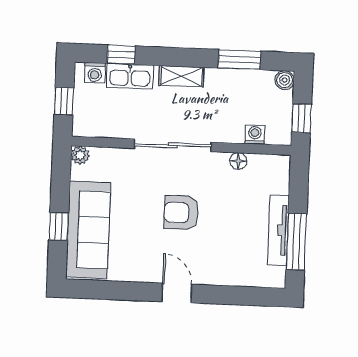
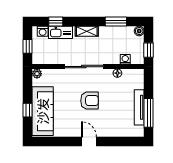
armchair: (181, 213) -> (90, 101), turned 180

